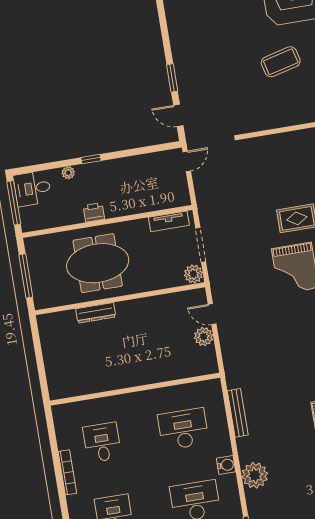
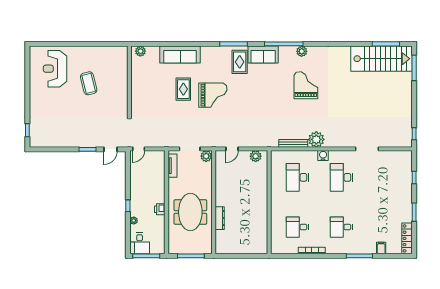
door: (187, 161) -> (139, 149), swing flipped
plant: (204, 337) -> (256, 156), moved
plant: (255, 475) -> (316, 139), moved

